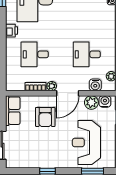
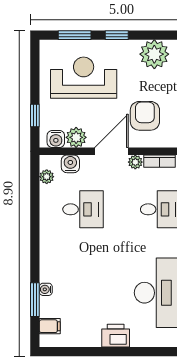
reception desk: (86, 143) -> (84, 78), turned -90
plant: (39, 158) -> (154, 54), added
window: (47, 171) -> (117, 35), moved

